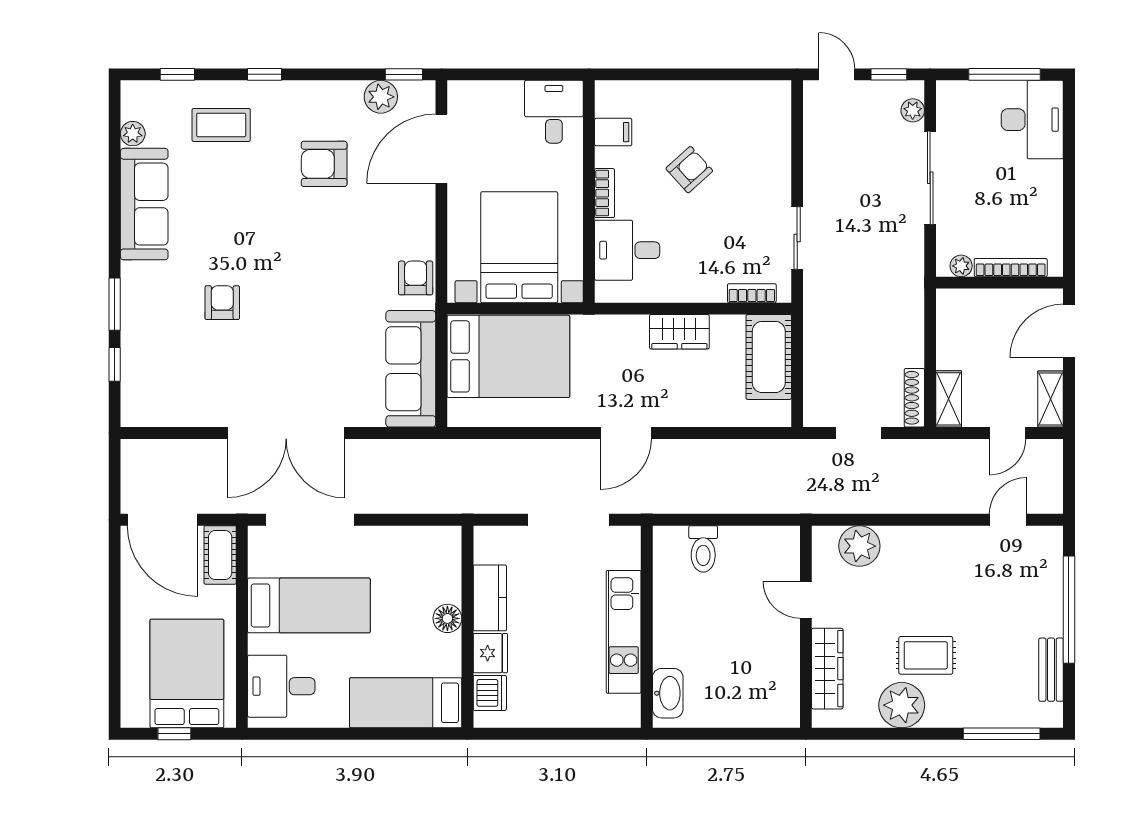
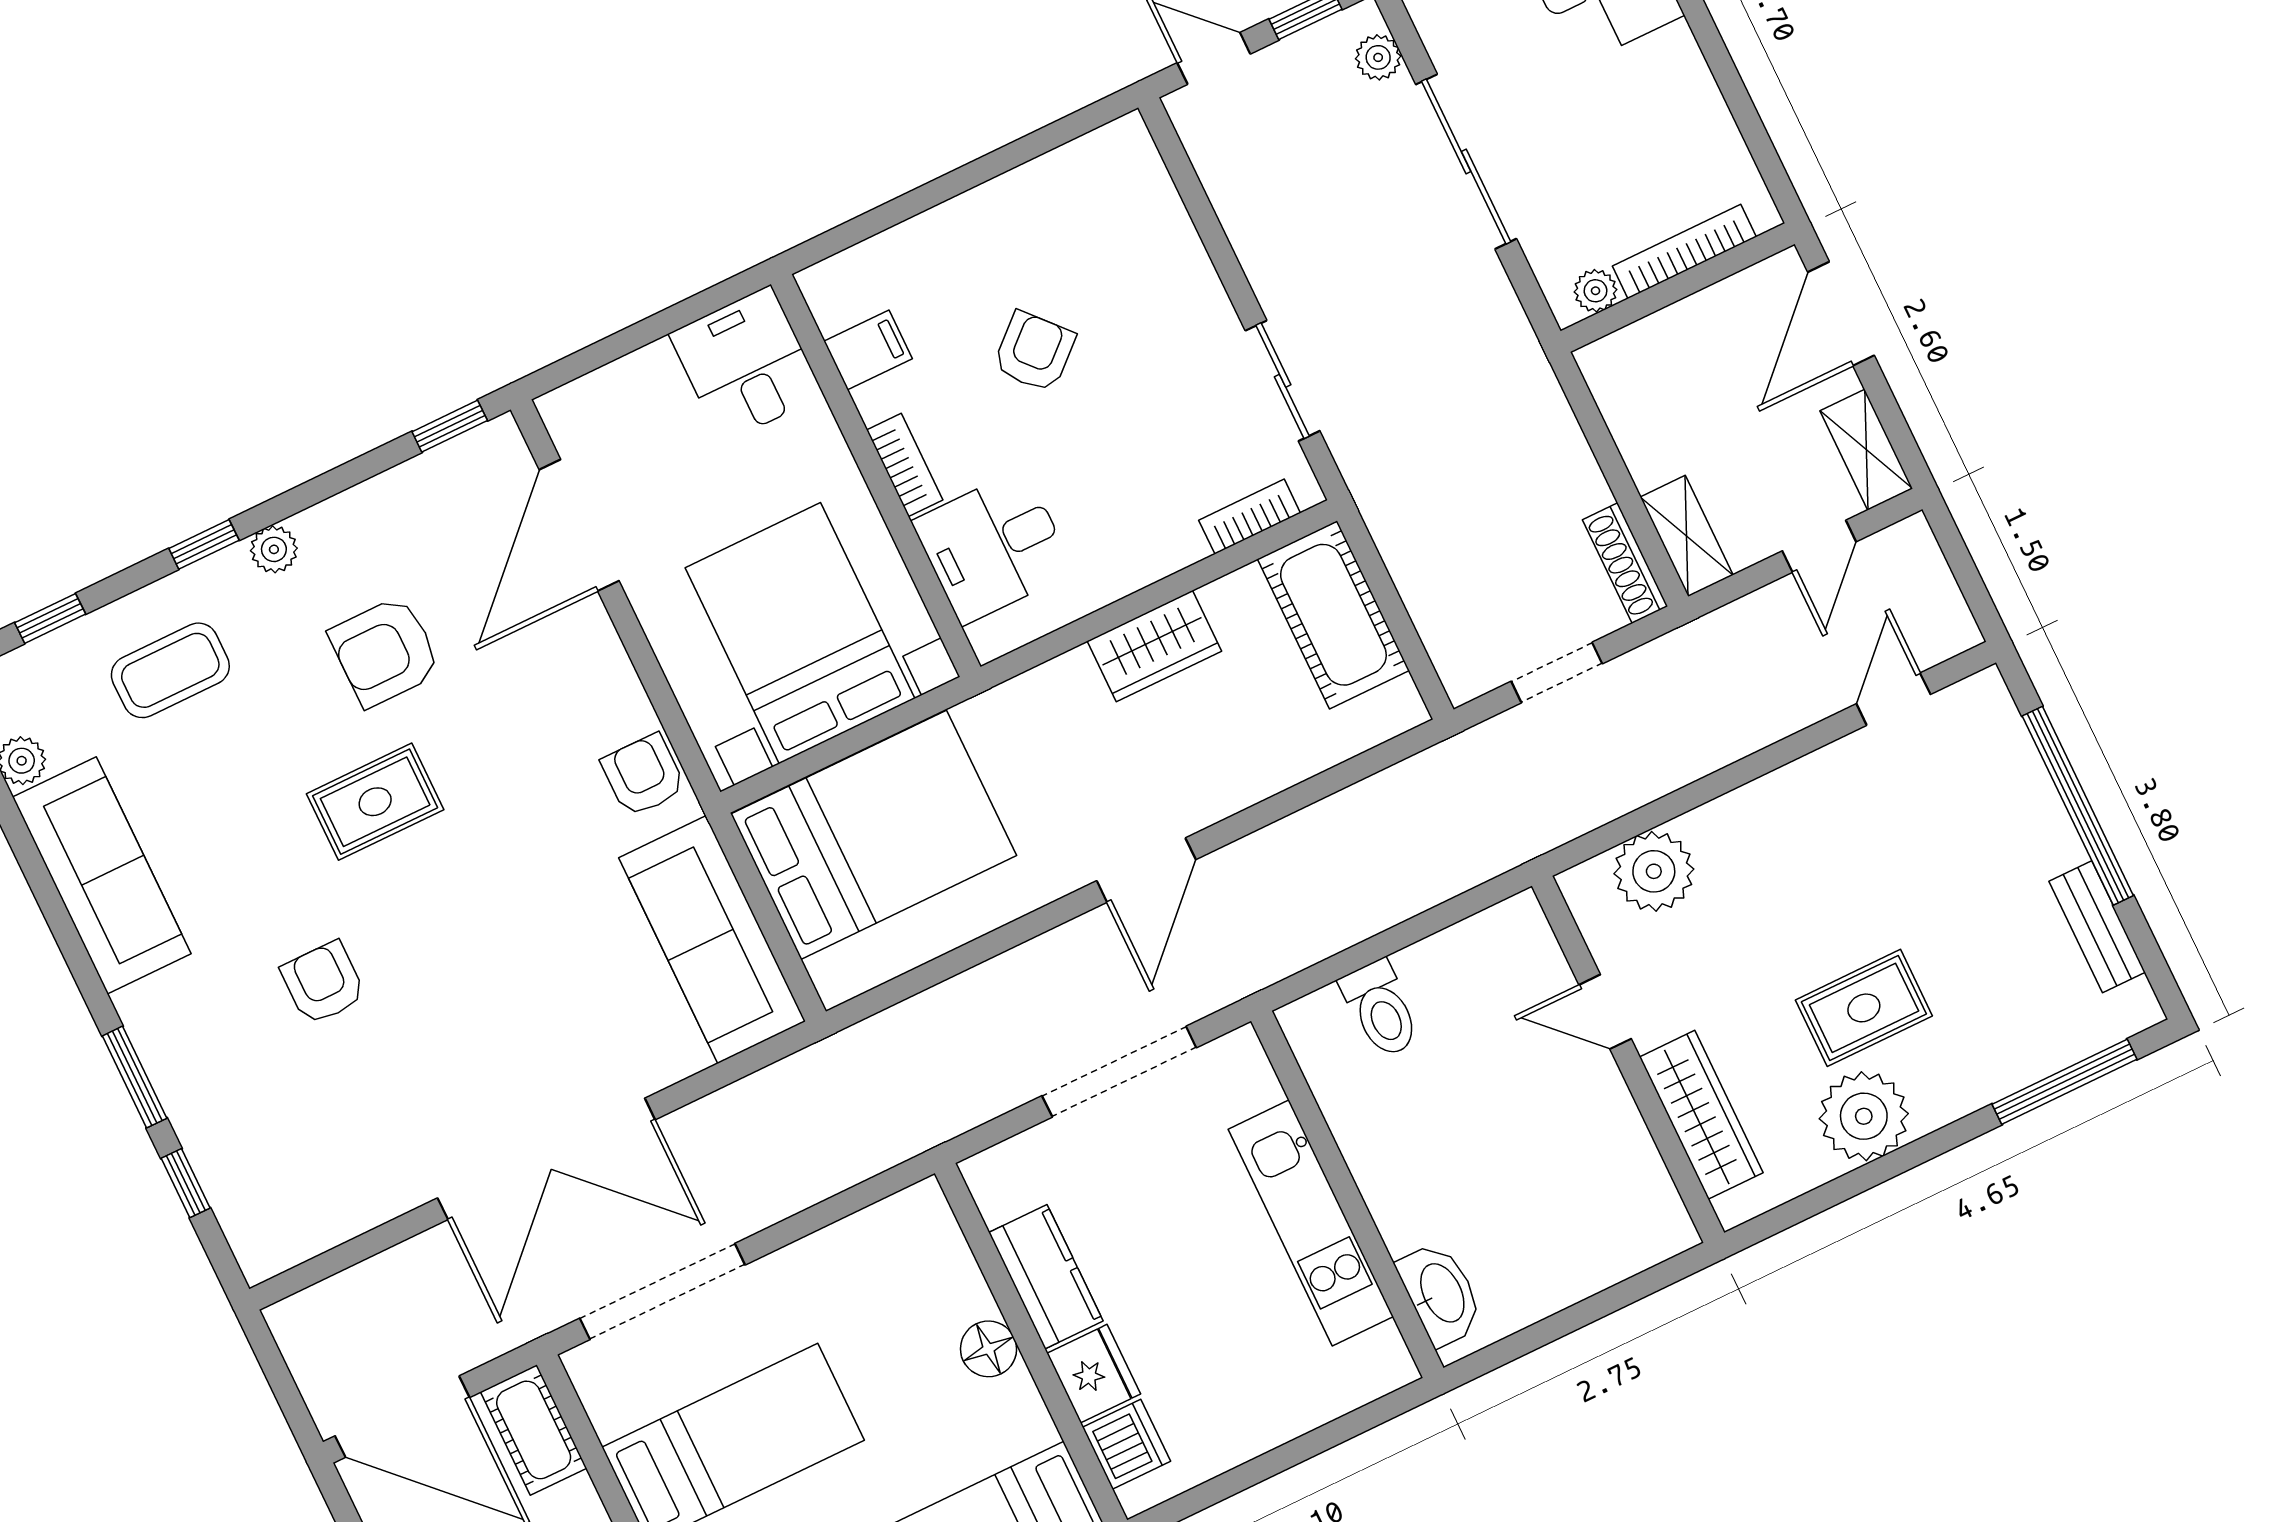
plant: (381, 97) -> (274, 549), moved, width x0.73, depth x0.73
rug: (286, 231) -> (375, 802), added

